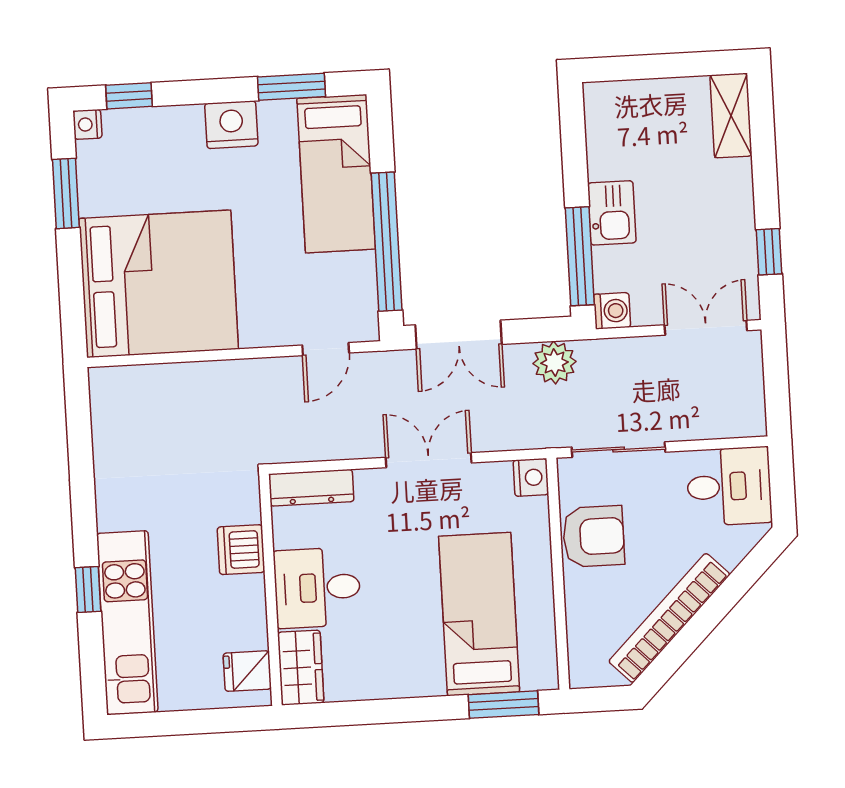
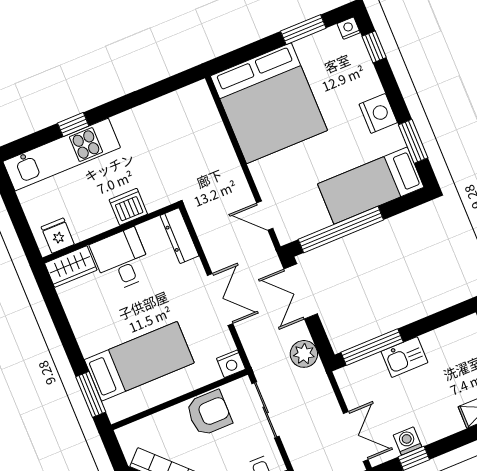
washing machine: (612, 311) -> (407, 441), moved, turned 180
armchair: (594, 536) -> (209, 413), turned -90

